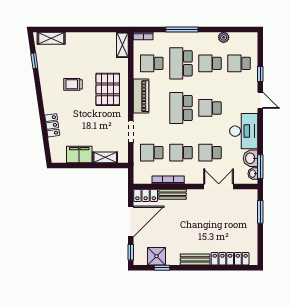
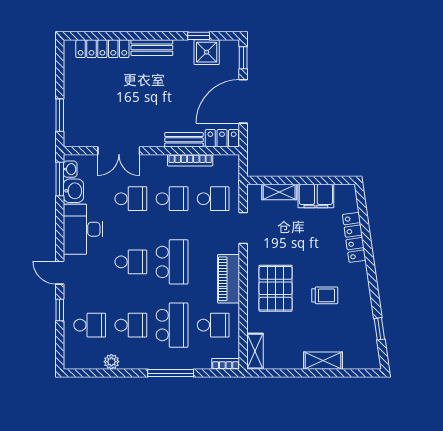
shelving: (51, 38) -> (323, 361), moved
locker: (52, 125) -> (354, 237), width x1.53

